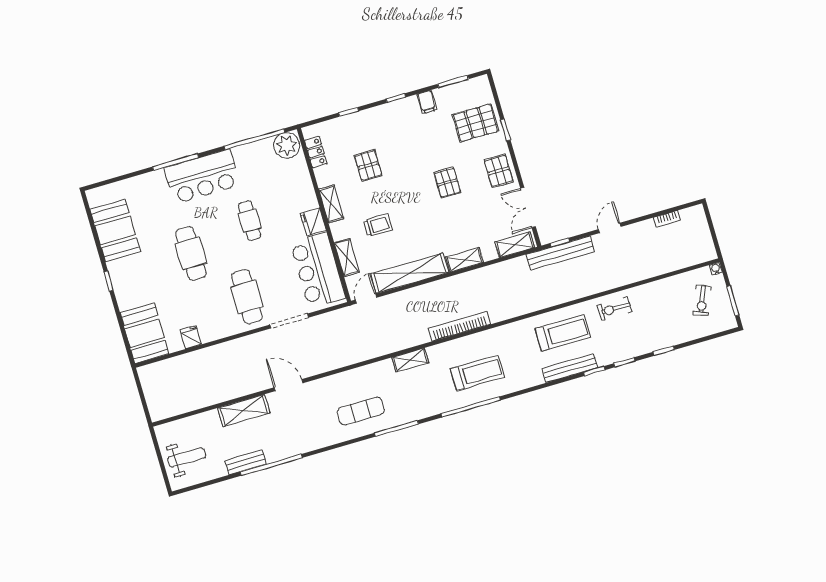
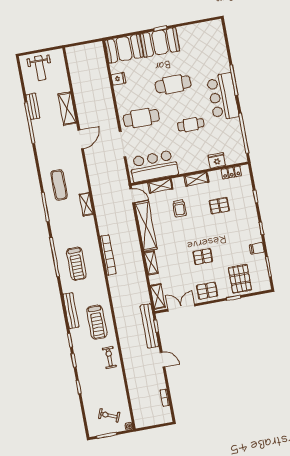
plant: (287, 145) -> (238, 154), removed
fridge: (313, 222) -> (217, 161), moved
booth: (115, 230) -> (160, 42), moved
shelving: (410, 360) -> (86, 204), moved
bench: (570, 368) -> (71, 311), moved

